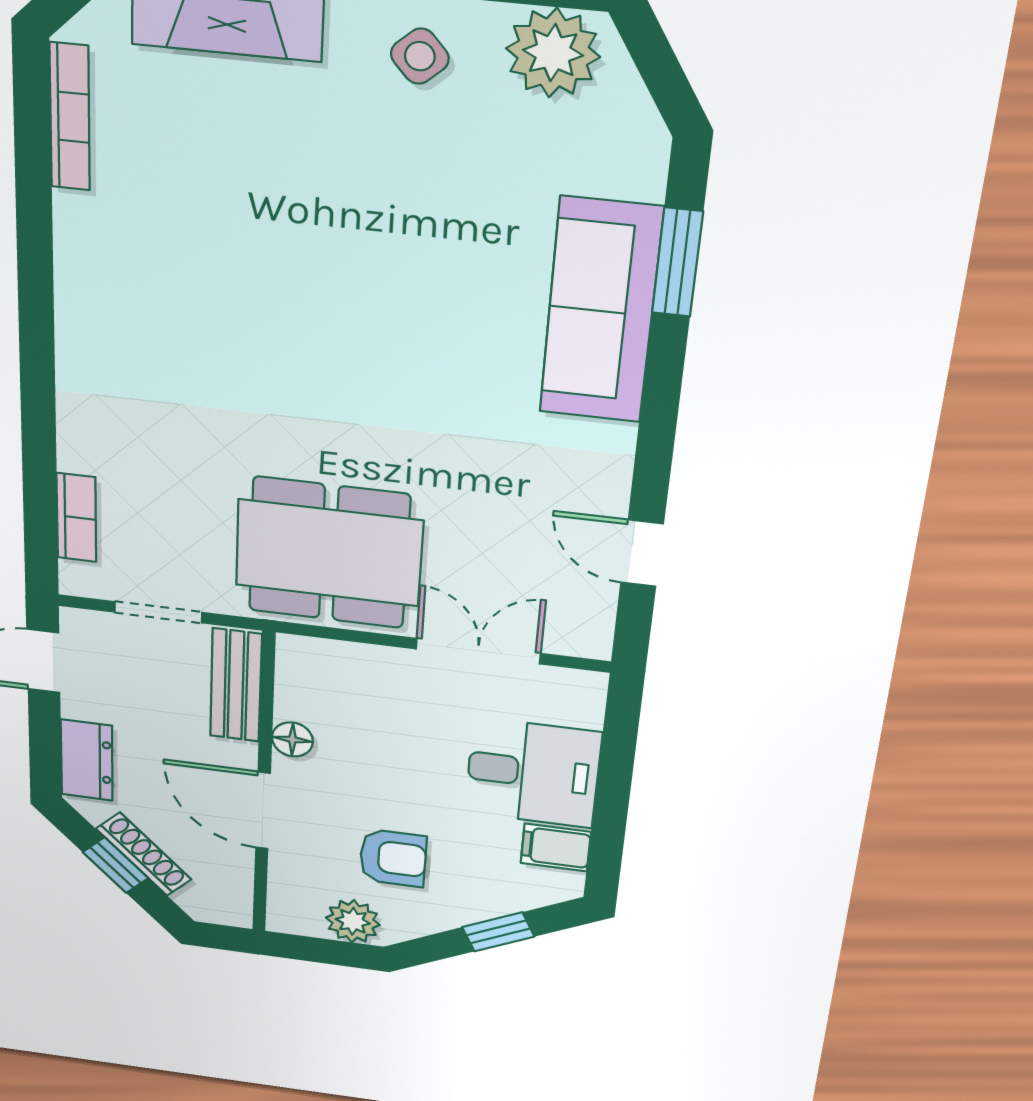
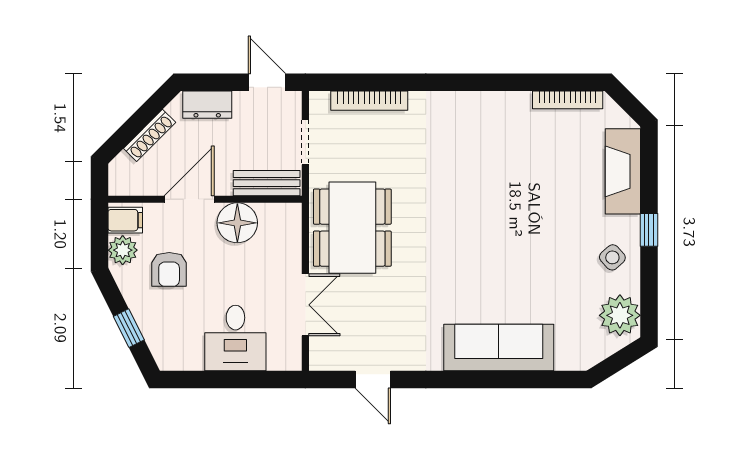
window: (677, 262) -> (527, 379), removed
bookcase: (76, 518) -> (369, 101), width x1.56
door: (642, 553) -> (373, 379), swing flipped
floor lamp: (292, 739) -> (237, 223), width x1.89, depth x1.89
filing cabinet: (556, 847) -> (125, 220), moved, turned 90
window: (115, 865) -> (140, 120), removed

